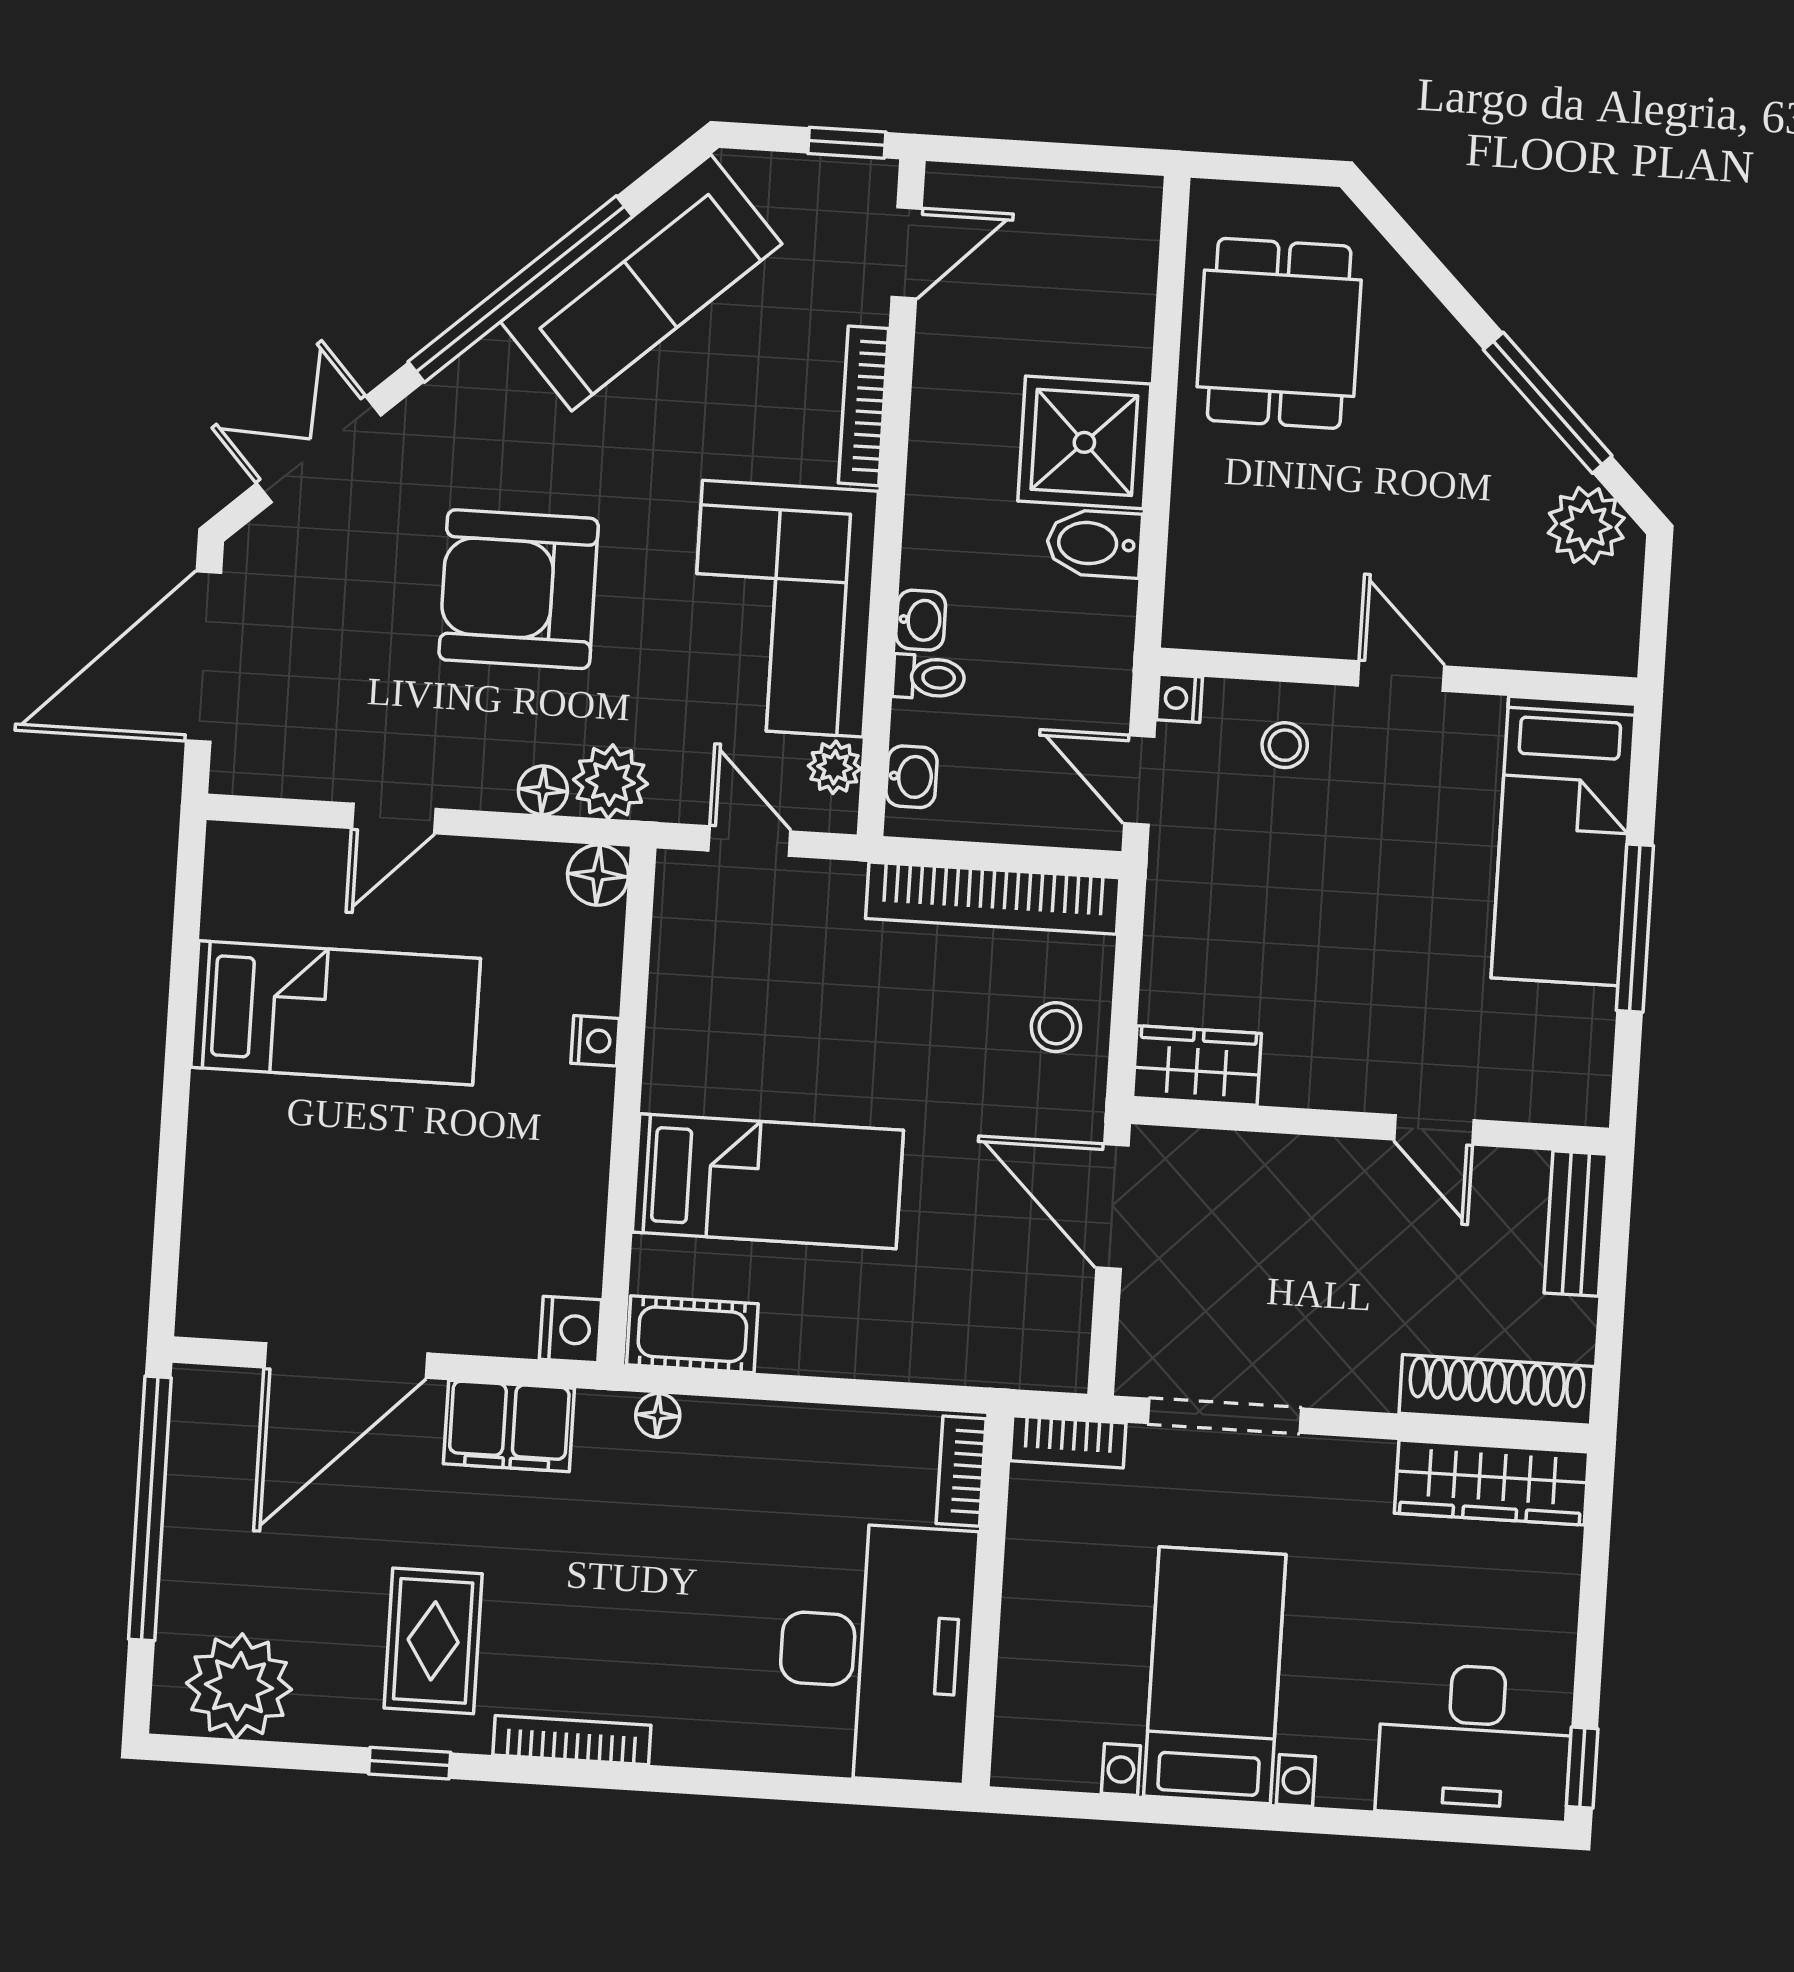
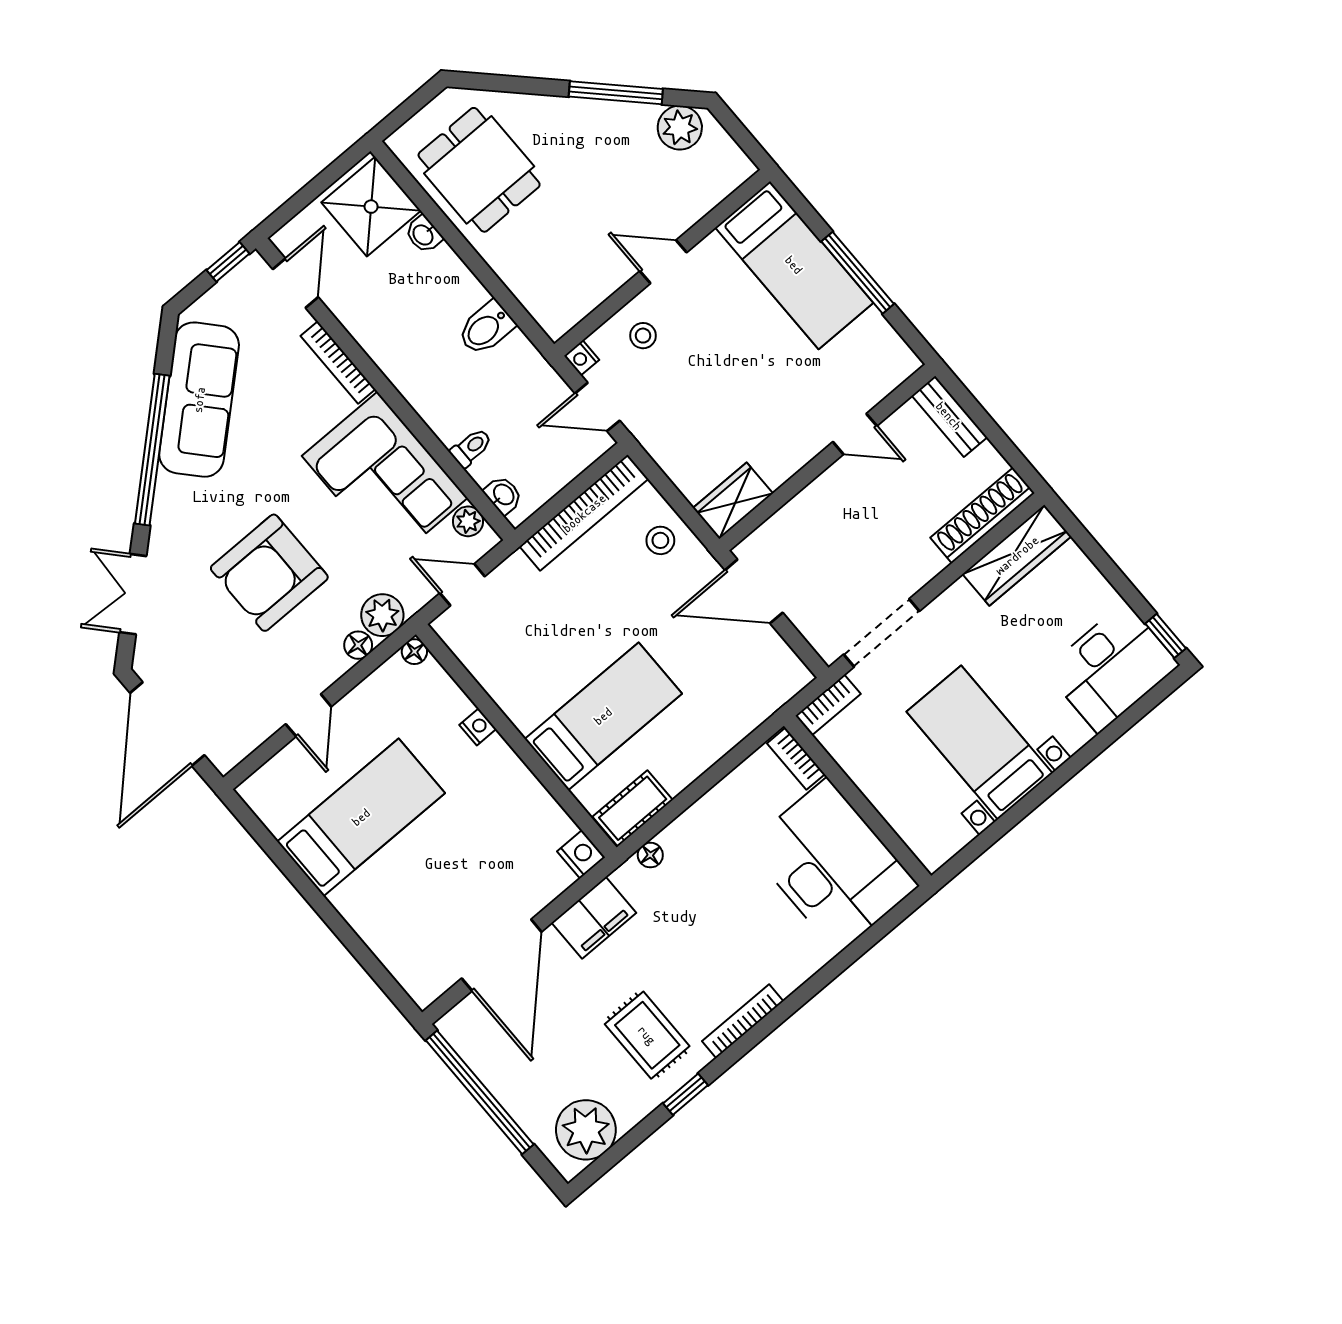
shower: (1084, 442) -> (371, 207), moved
washbasin: (921, 620) -> (424, 234), moved, turned 180
floor lamp: (598, 875) -> (414, 652), width x0.73, depth x0.73

